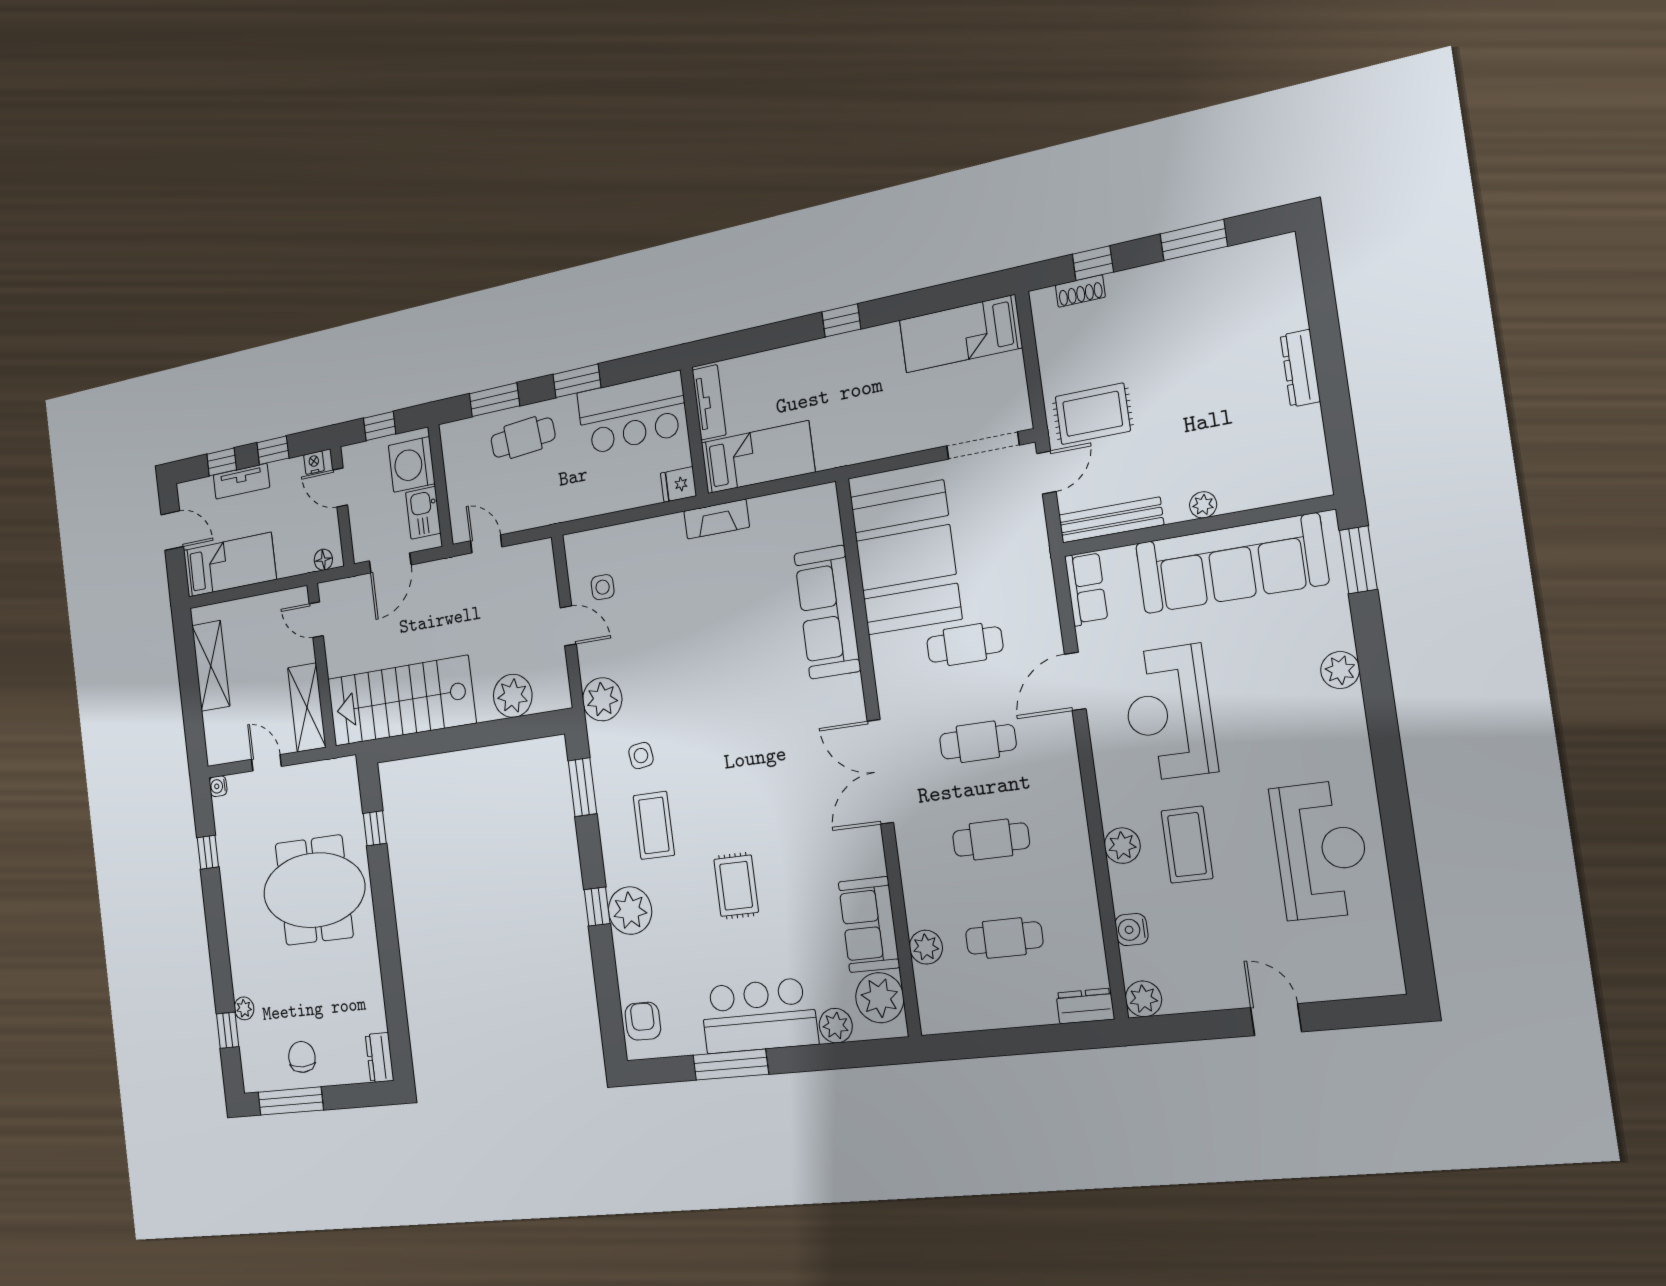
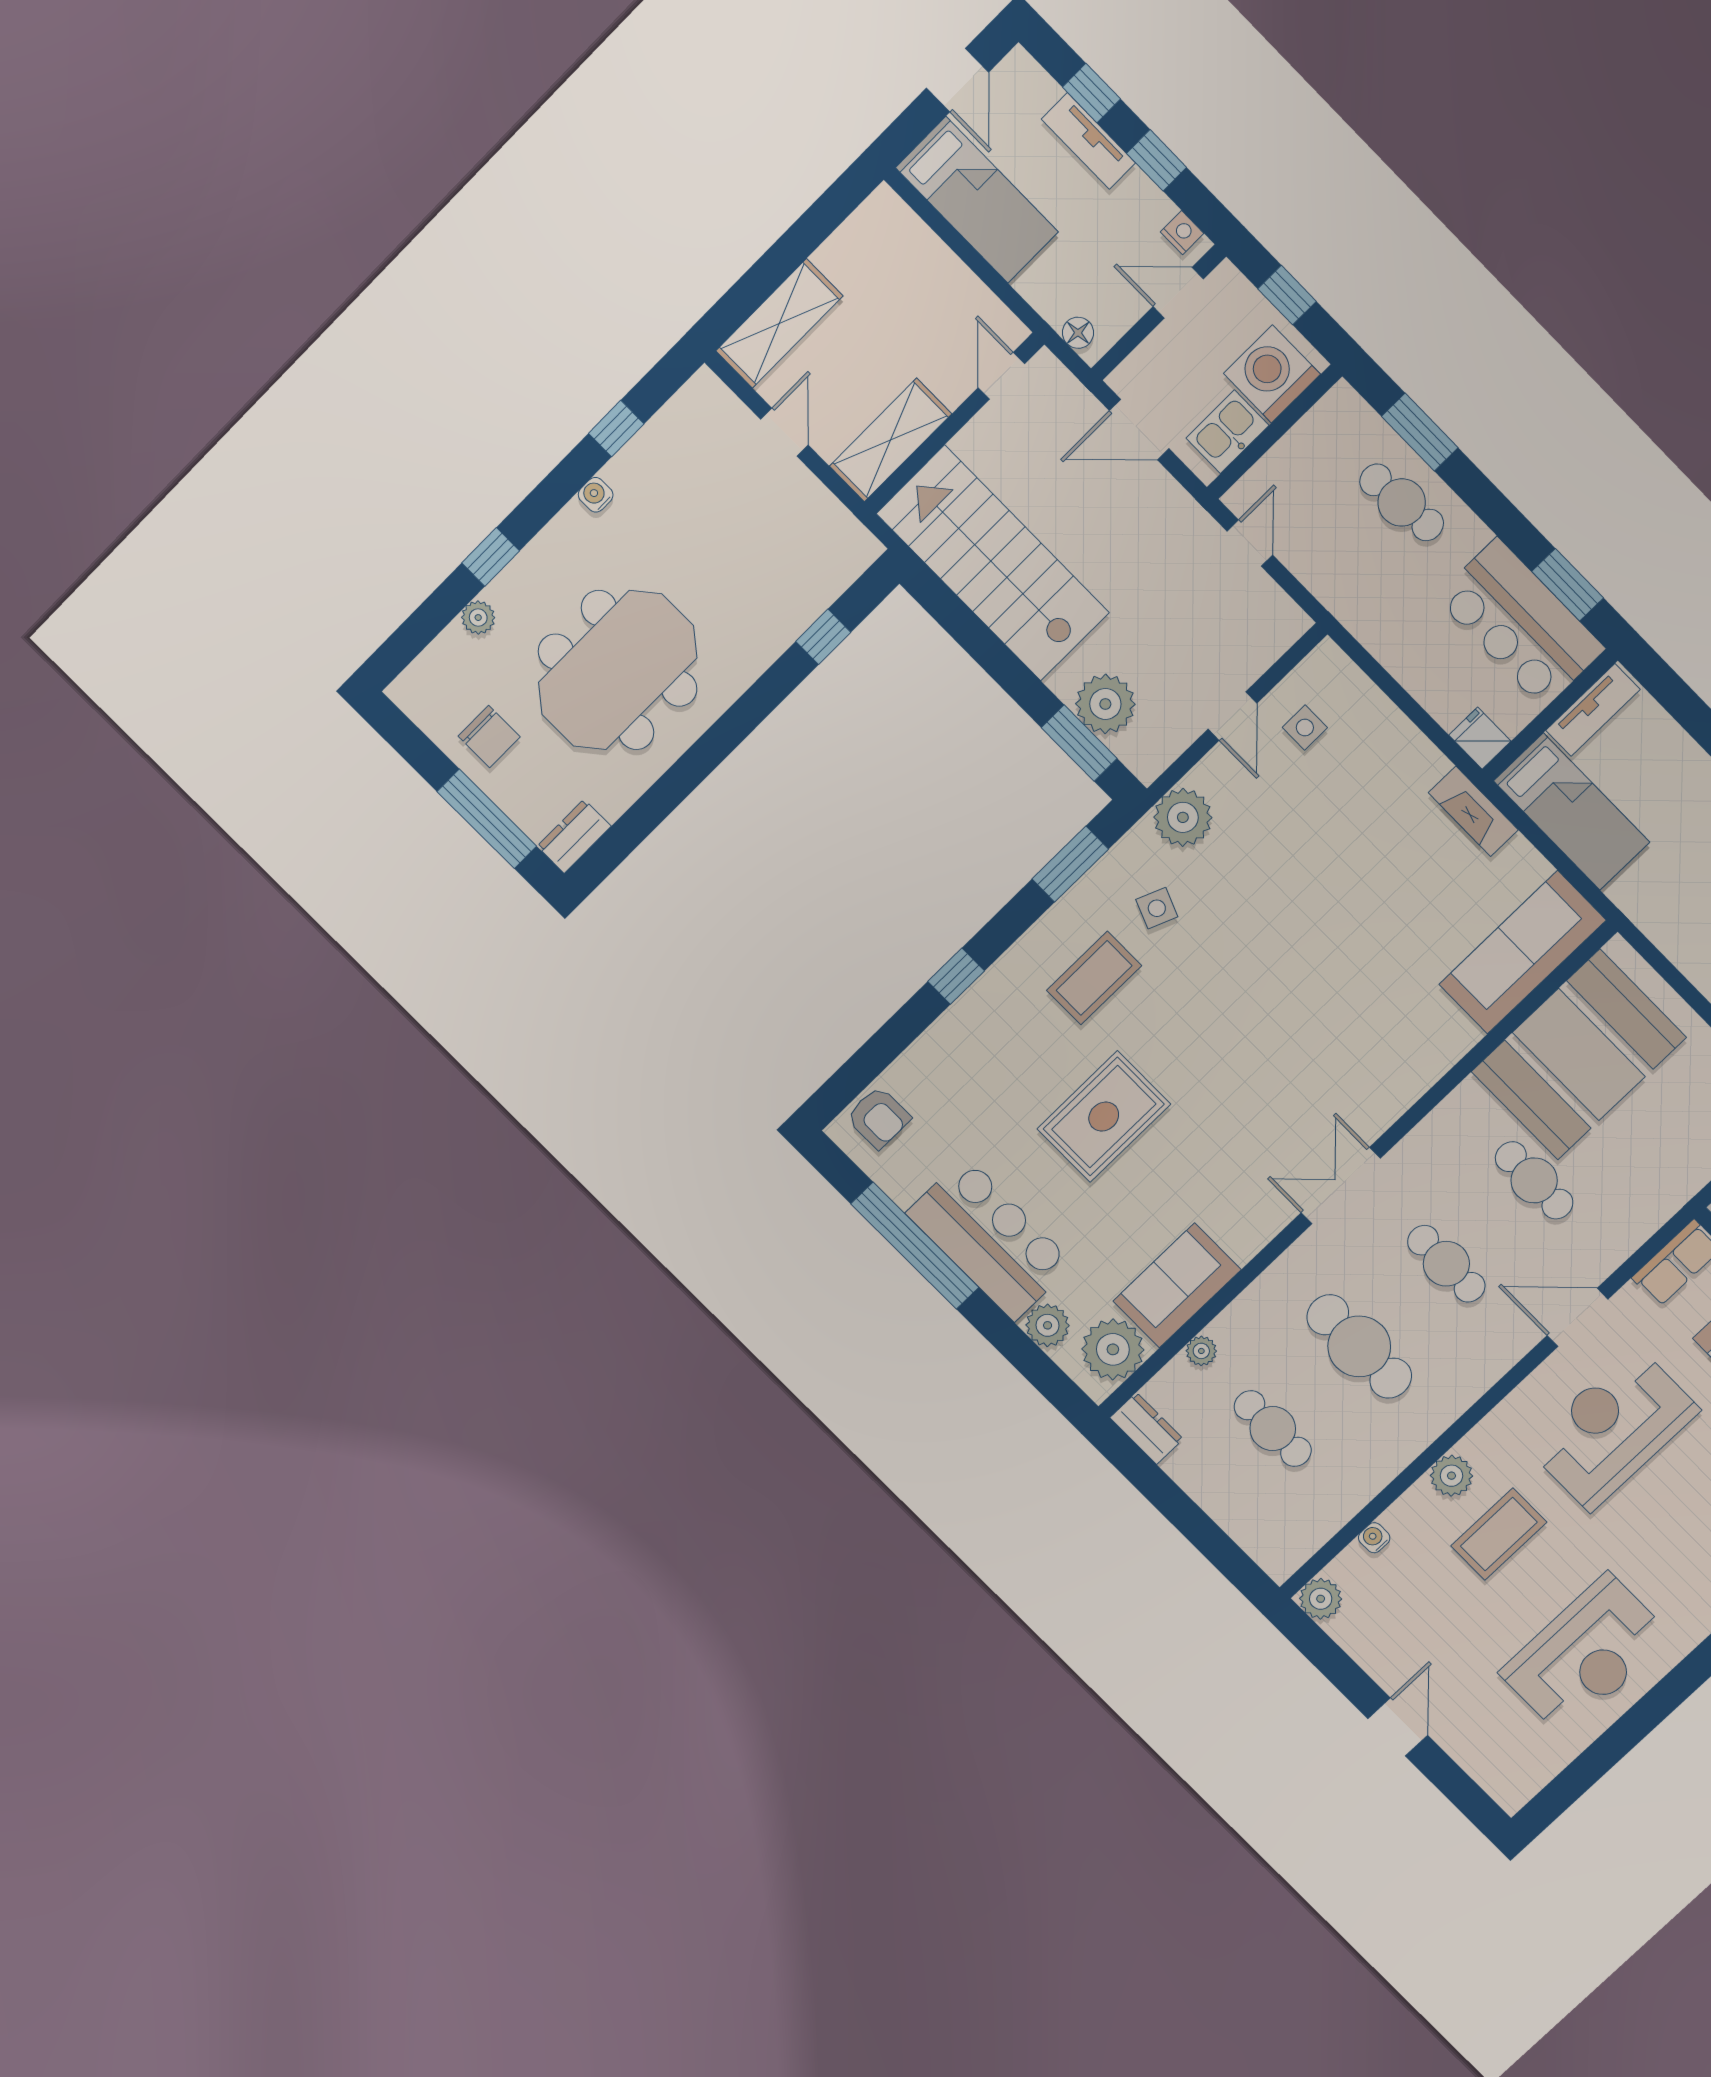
window: (577, 381) -> (1568, 585), moved
door: (340, 488) -> (1178, 293), hinge flipped
sofa: (827, 612) -> (1522, 952), moved
shelving: (211, 666) -> (779, 323), moved
window: (523, 728) -> (1079, 743), added
side table: (641, 756) -> (1157, 908), turned 30
double door: (880, 772) -> (1341, 1185), width x0.73
water cooler: (218, 786) -> (596, 495), moved
cafe table: (991, 840) -> (1359, 1346), width x1.37, depth x1.35
rug: (736, 886) -> (1104, 1117), width x1.36, depth x1.43
meeting table: (314, 890) -> (618, 670), moved, turned 90
plant: (630, 911) -> (983, 1017), removed
water cooler: (1132, 930) -> (1374, 1538), width x0.72, depth x0.72
plant: (926, 947) -> (1201, 1351), width x0.73, depth x0.73
dresser: (1085, 1006) -> (1147, 1428), moved
armchair: (643, 1021) -> (878, 1117), turned 90
window: (228, 1030) -> (491, 557), moved
chair: (302, 1057) -> (489, 736), turned 90
window: (731, 1065) -> (915, 1246), width x1.46
window: (291, 1101) -> (487, 819), moved

